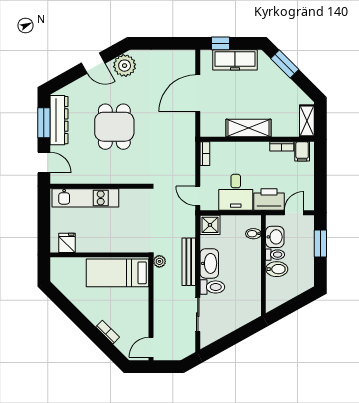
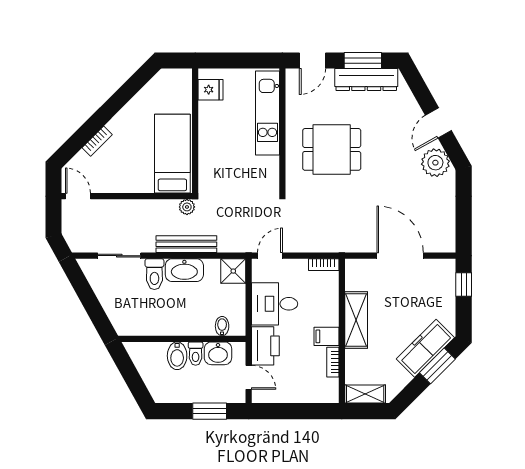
freezer: (235, 60) -> (425, 348), moved, turned 45
dining table: (114, 127) -> (332, 149), moved
filing cabinet: (302, 151) -> (327, 336), moved

